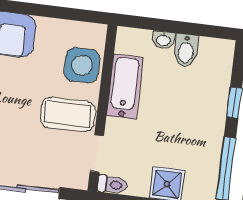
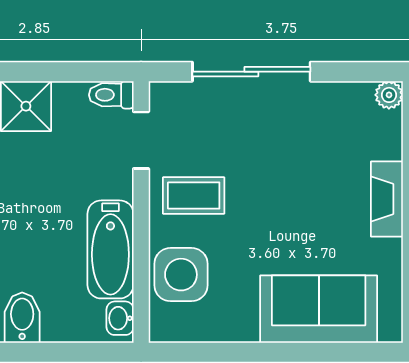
washbasin: (163, 40) -> (120, 318), moved, turned -90
coffee table: (68, 114) -> (194, 195), width x0.73, depth x0.77

